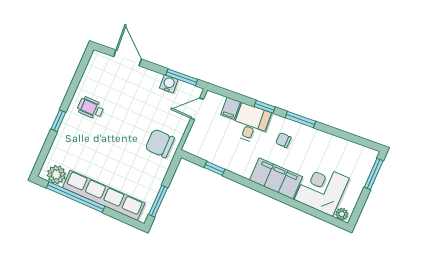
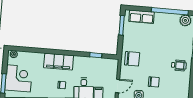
chair: (139, 96) -> (154, 82), added
corner desk: (322, 189) -> (19, 78), moved, turned -90
row of seats: (104, 195) -> (142, 17), width x0.50

